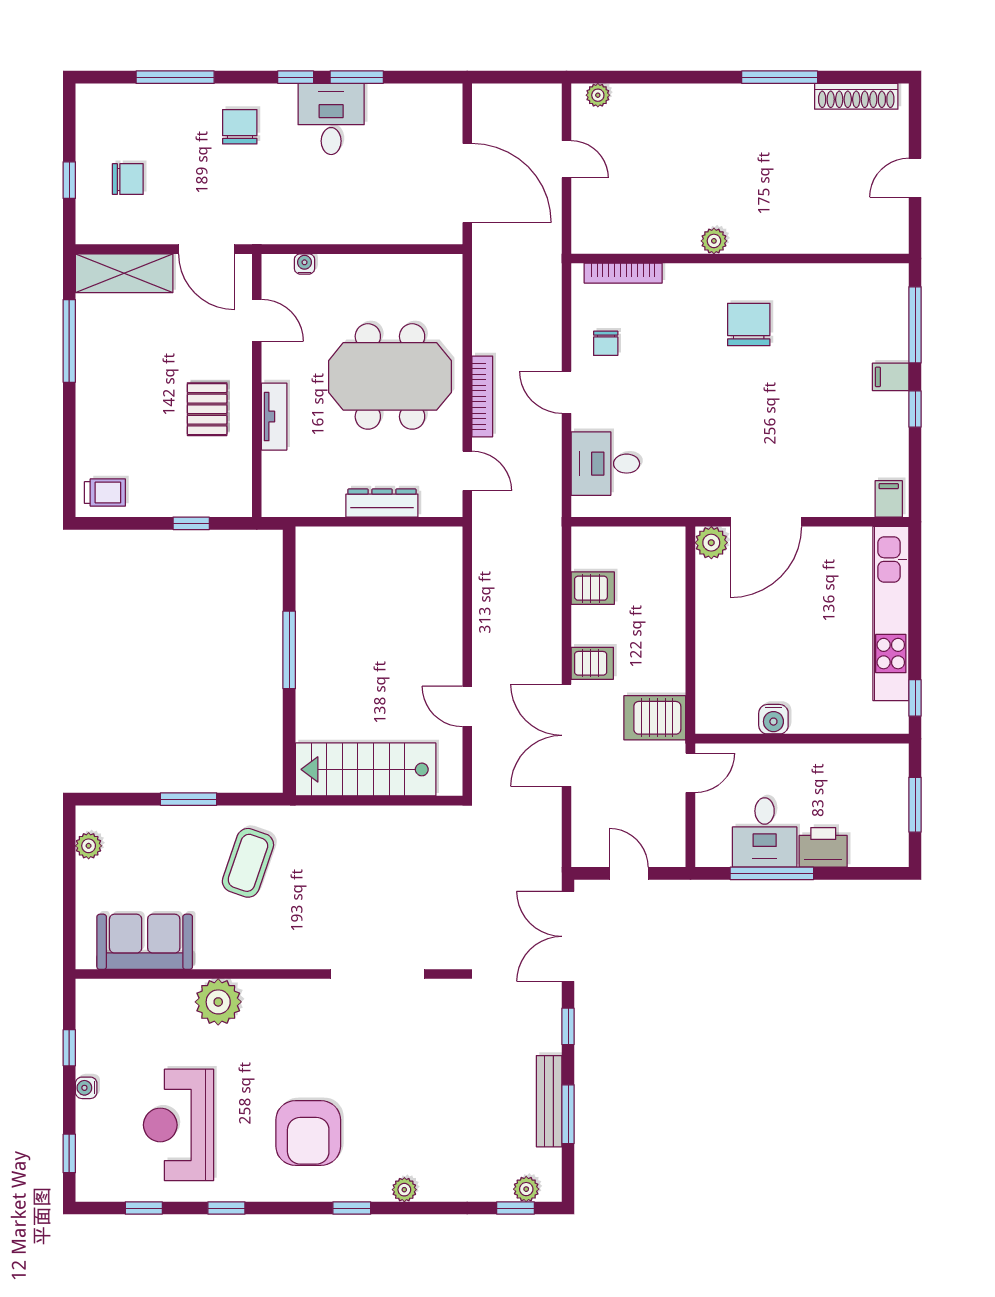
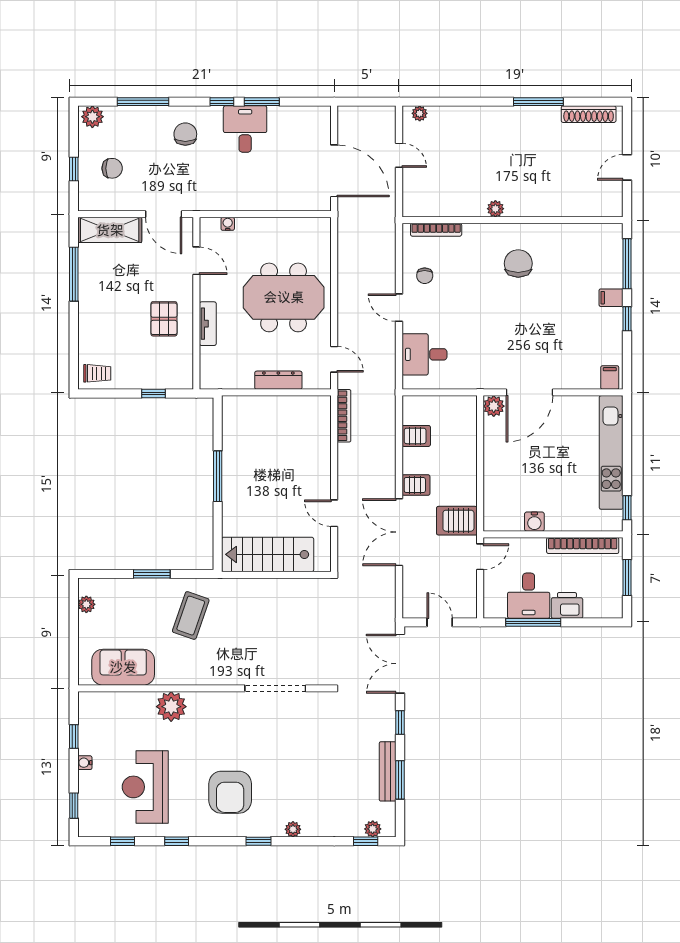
plant: (98, 100) -> (92, 117), added
bookcase: (482, 396) -> (344, 416), moved
bookcase: (847, 756) -> (583, 546), added

